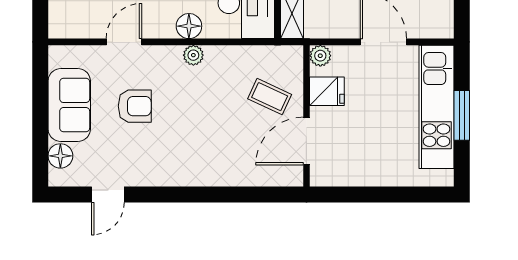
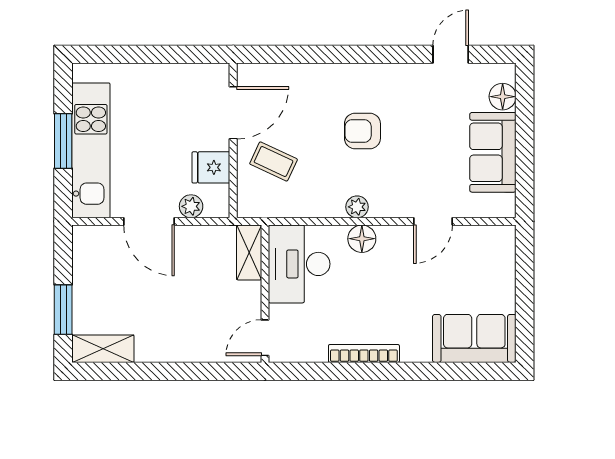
plant: (320, 56) -> (191, 206), moved
armchair: (135, 106) -> (362, 131), moved

